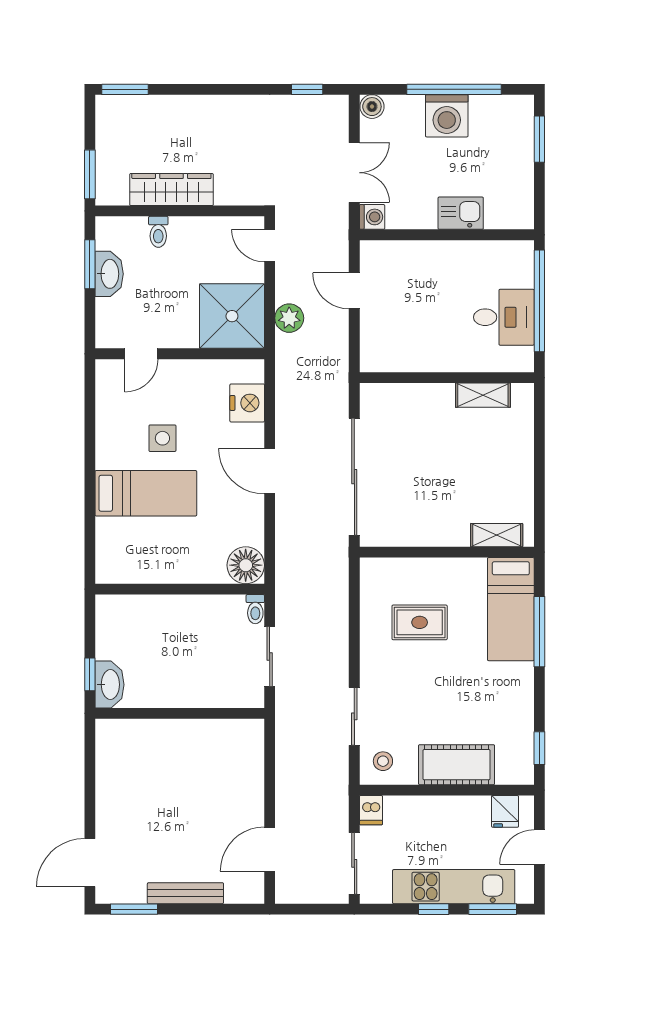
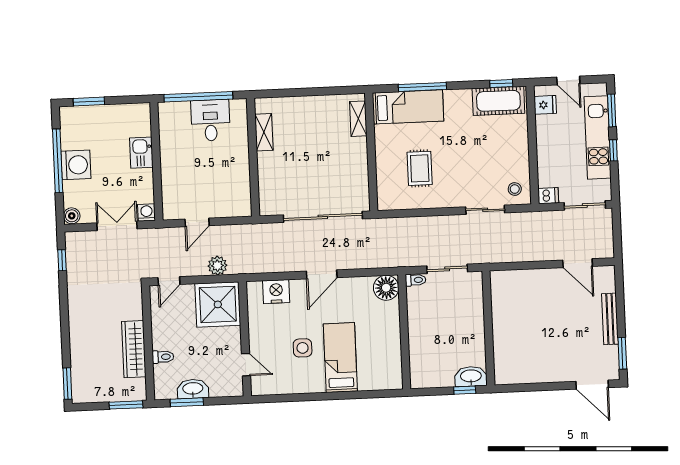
cot: (457, 765) -> (498, 101), moved, turned 90

